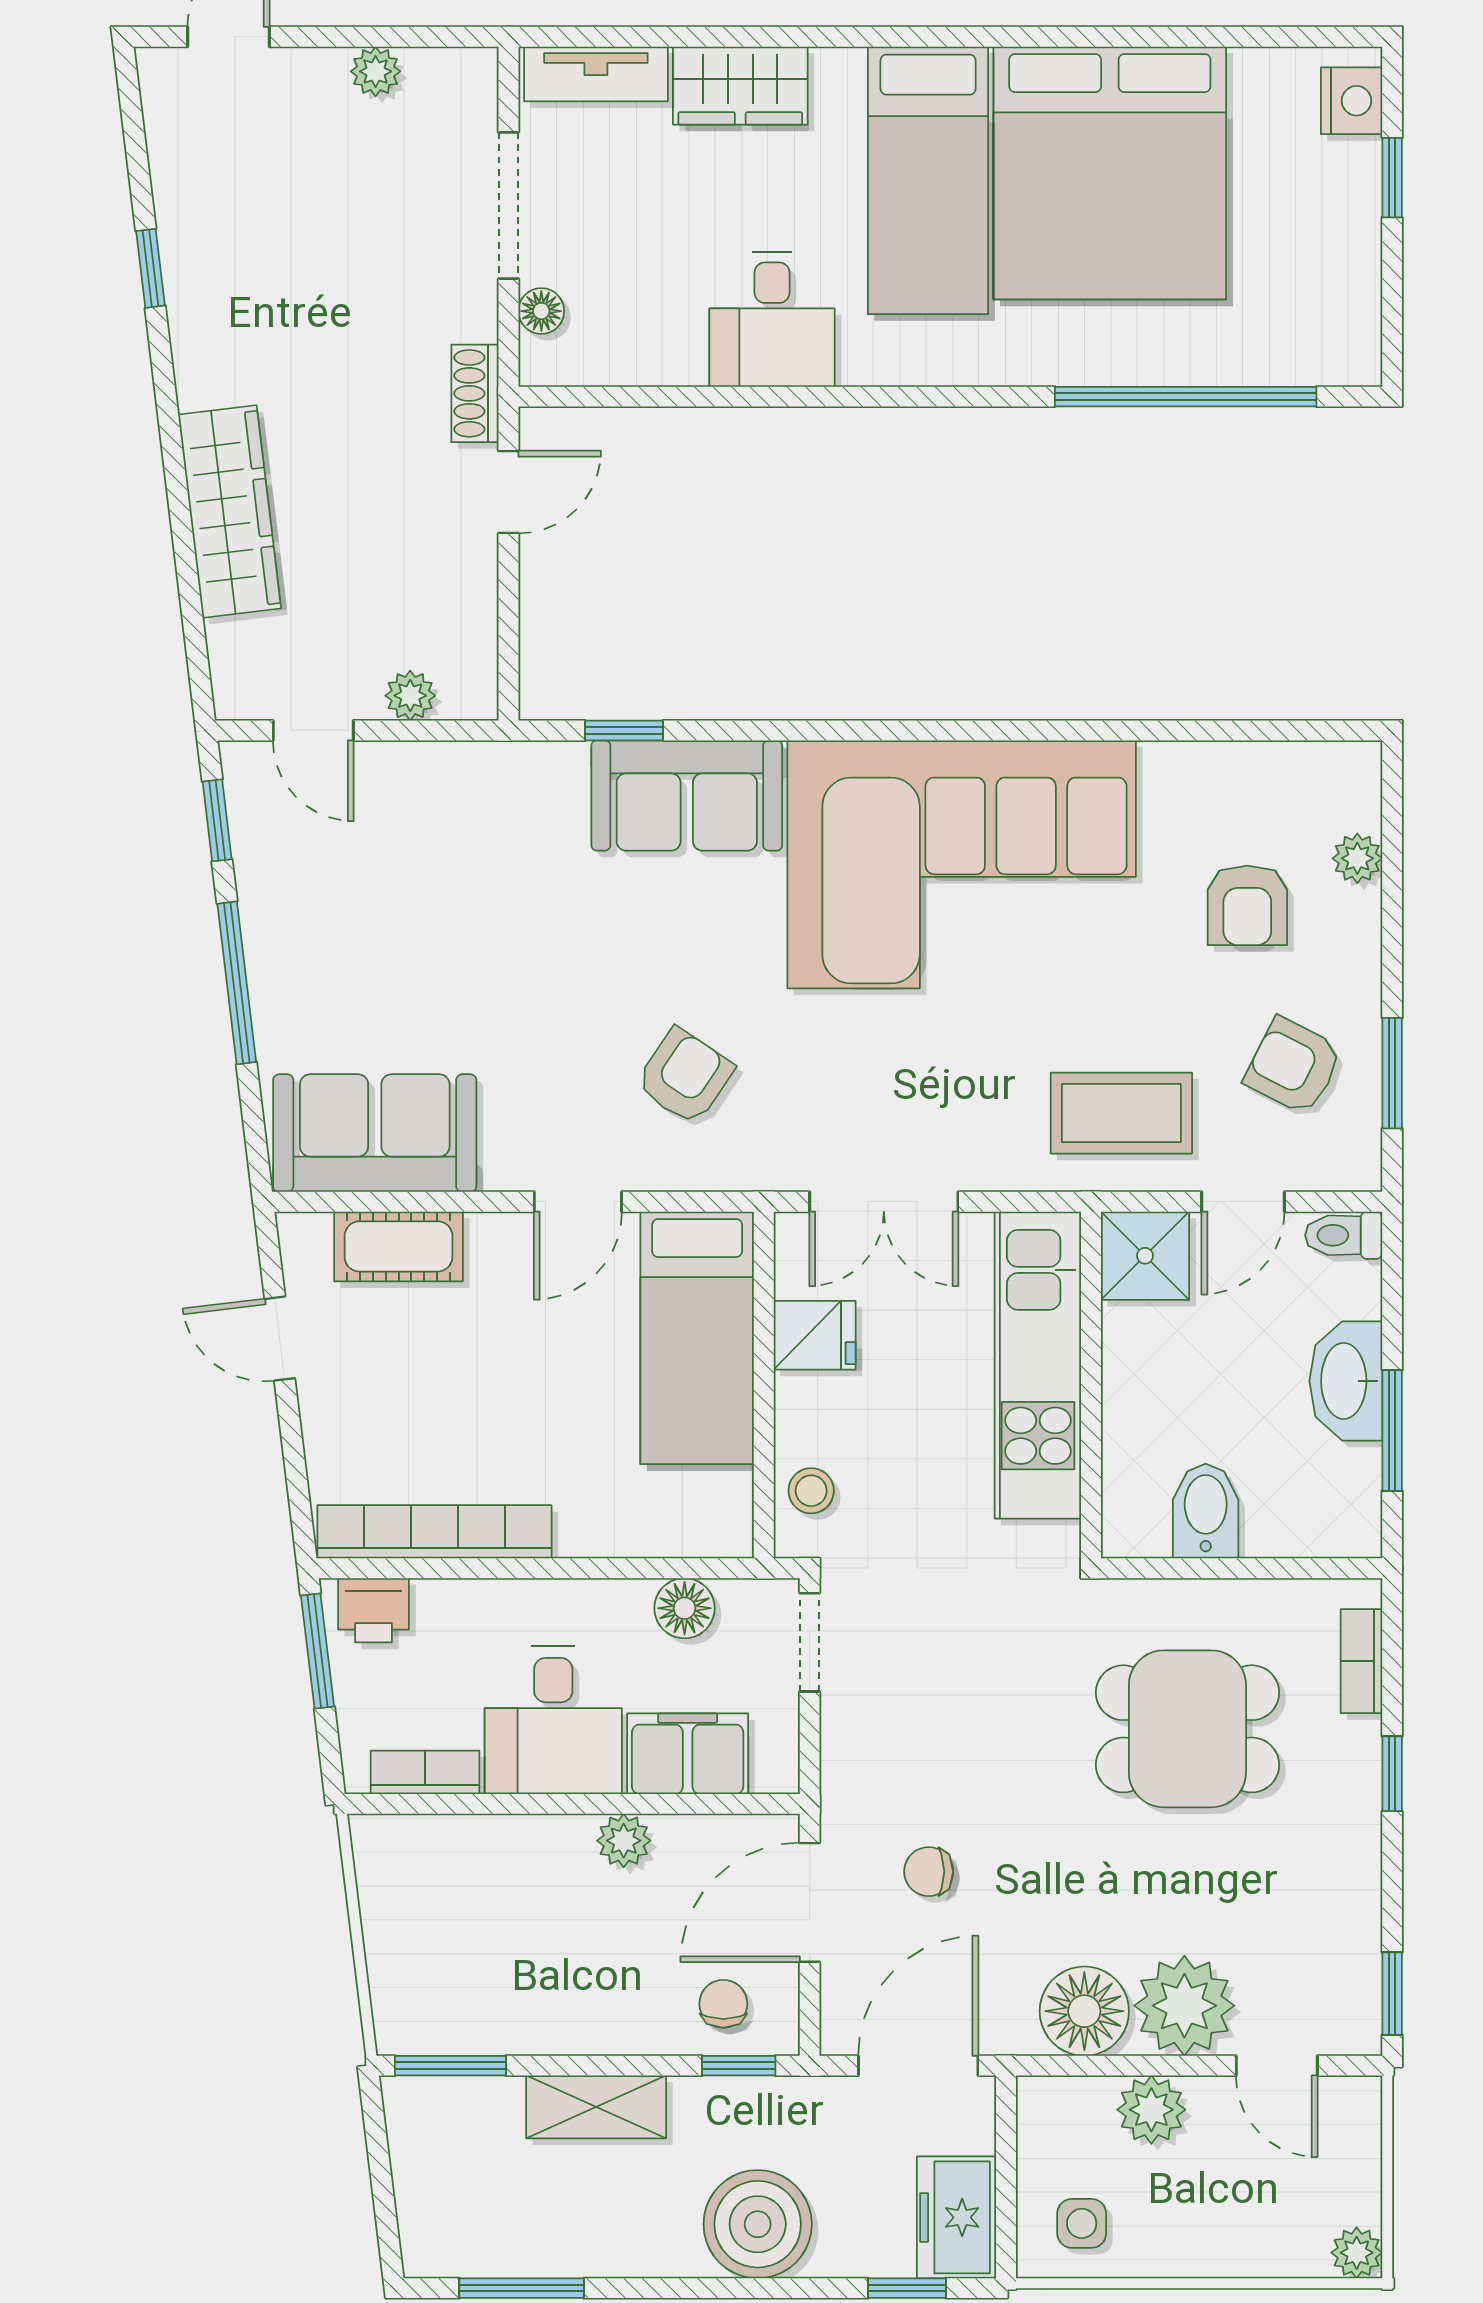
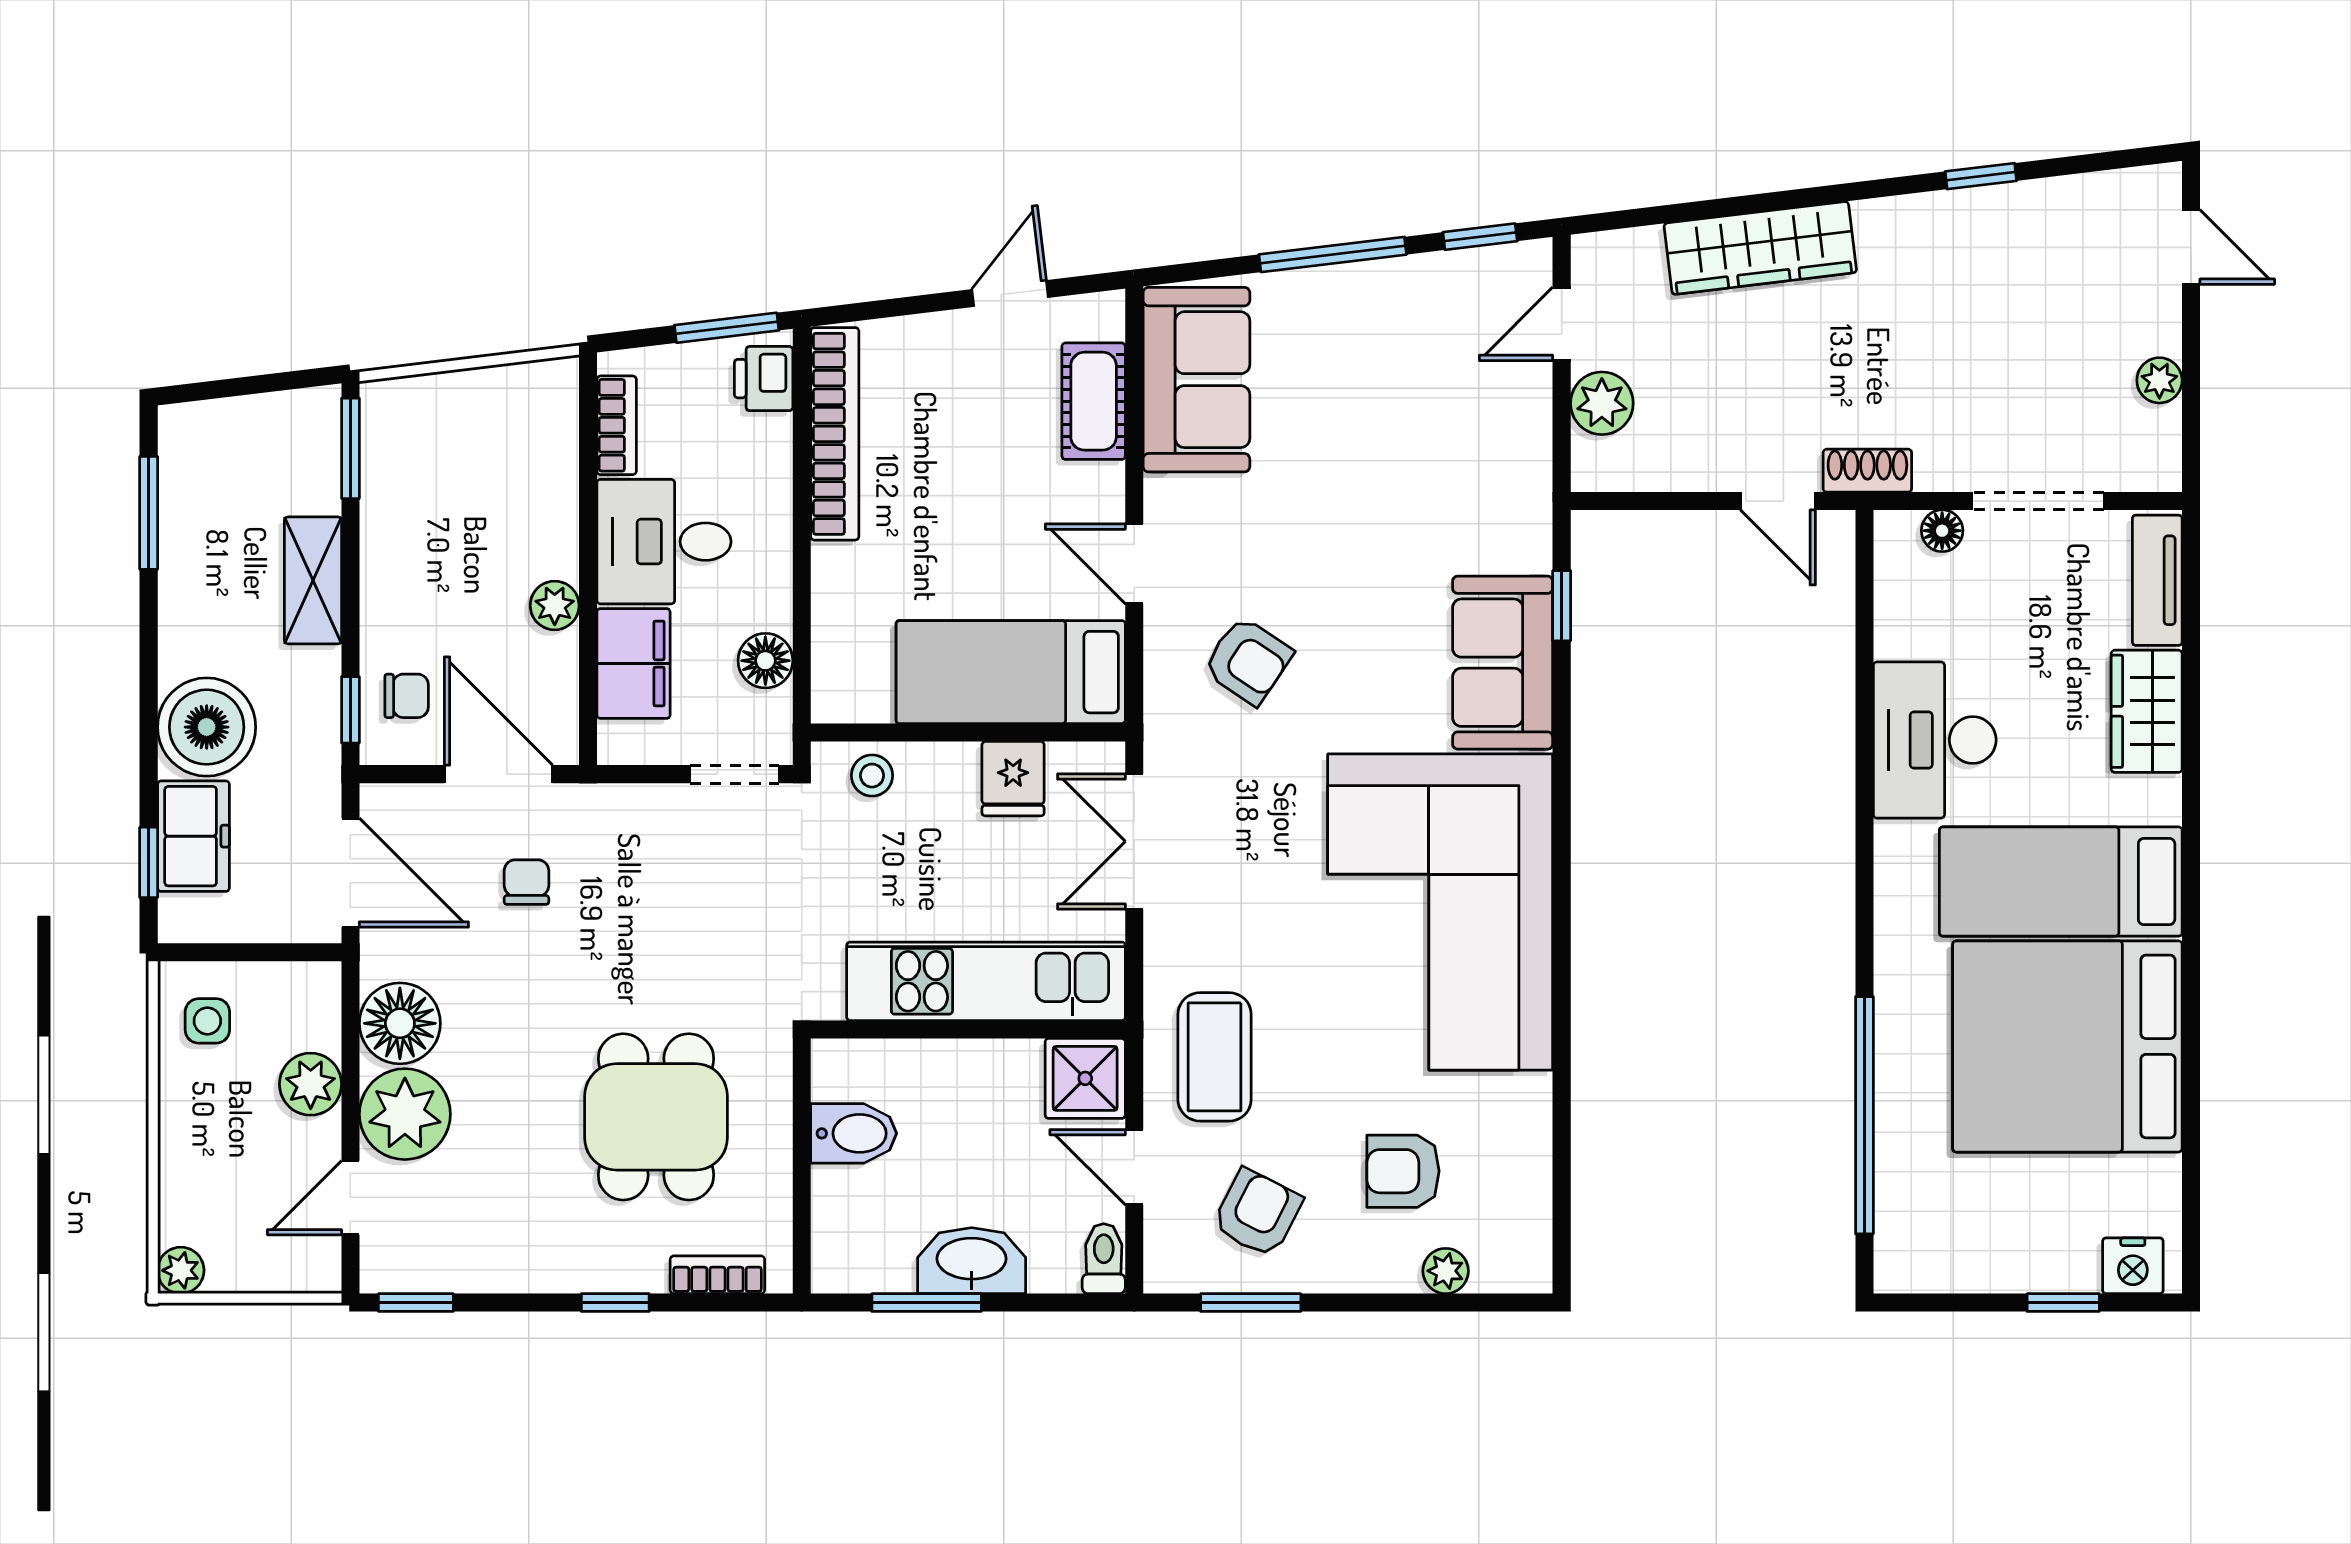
desk: (772, 319) -> (1935, 740), width x1.37
plant: (410, 696) -> (1602, 403), width x1.38, depth x1.38
freezer: (957, 2217) -> (193, 836), moved, turned 90

